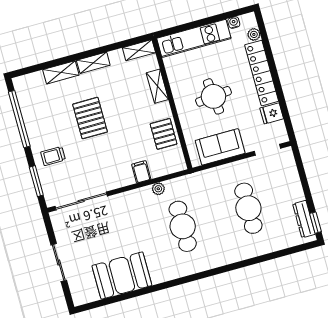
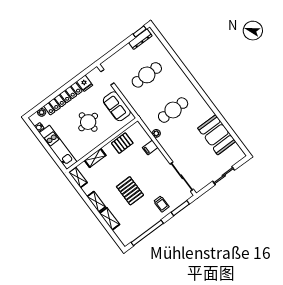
pallet: (90, 118) -> (130, 191), turned 90

